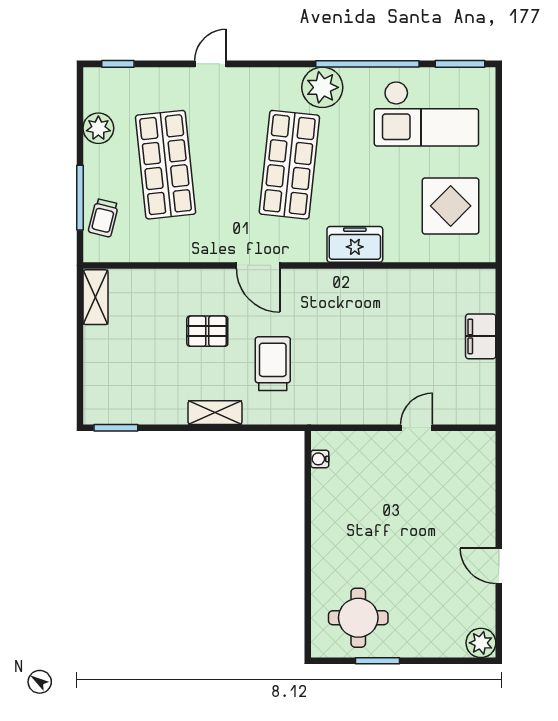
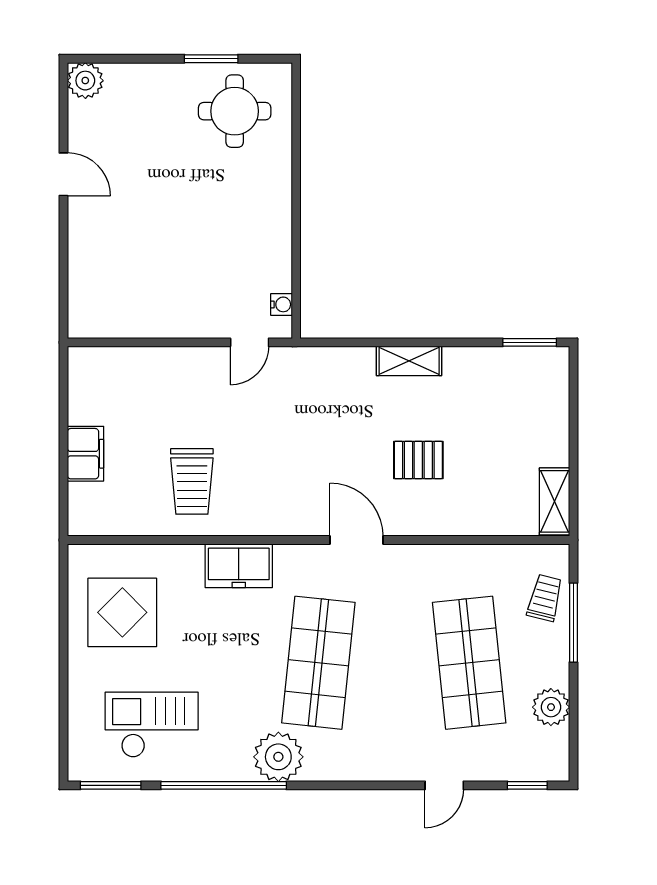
door: (211, 64) -> (444, 785), moved
checkout: (426, 114) -> (152, 725), width x0.73, depth x0.83
trolley: (273, 364) -> (192, 481), moved
door: (416, 428) -> (250, 342), moved

